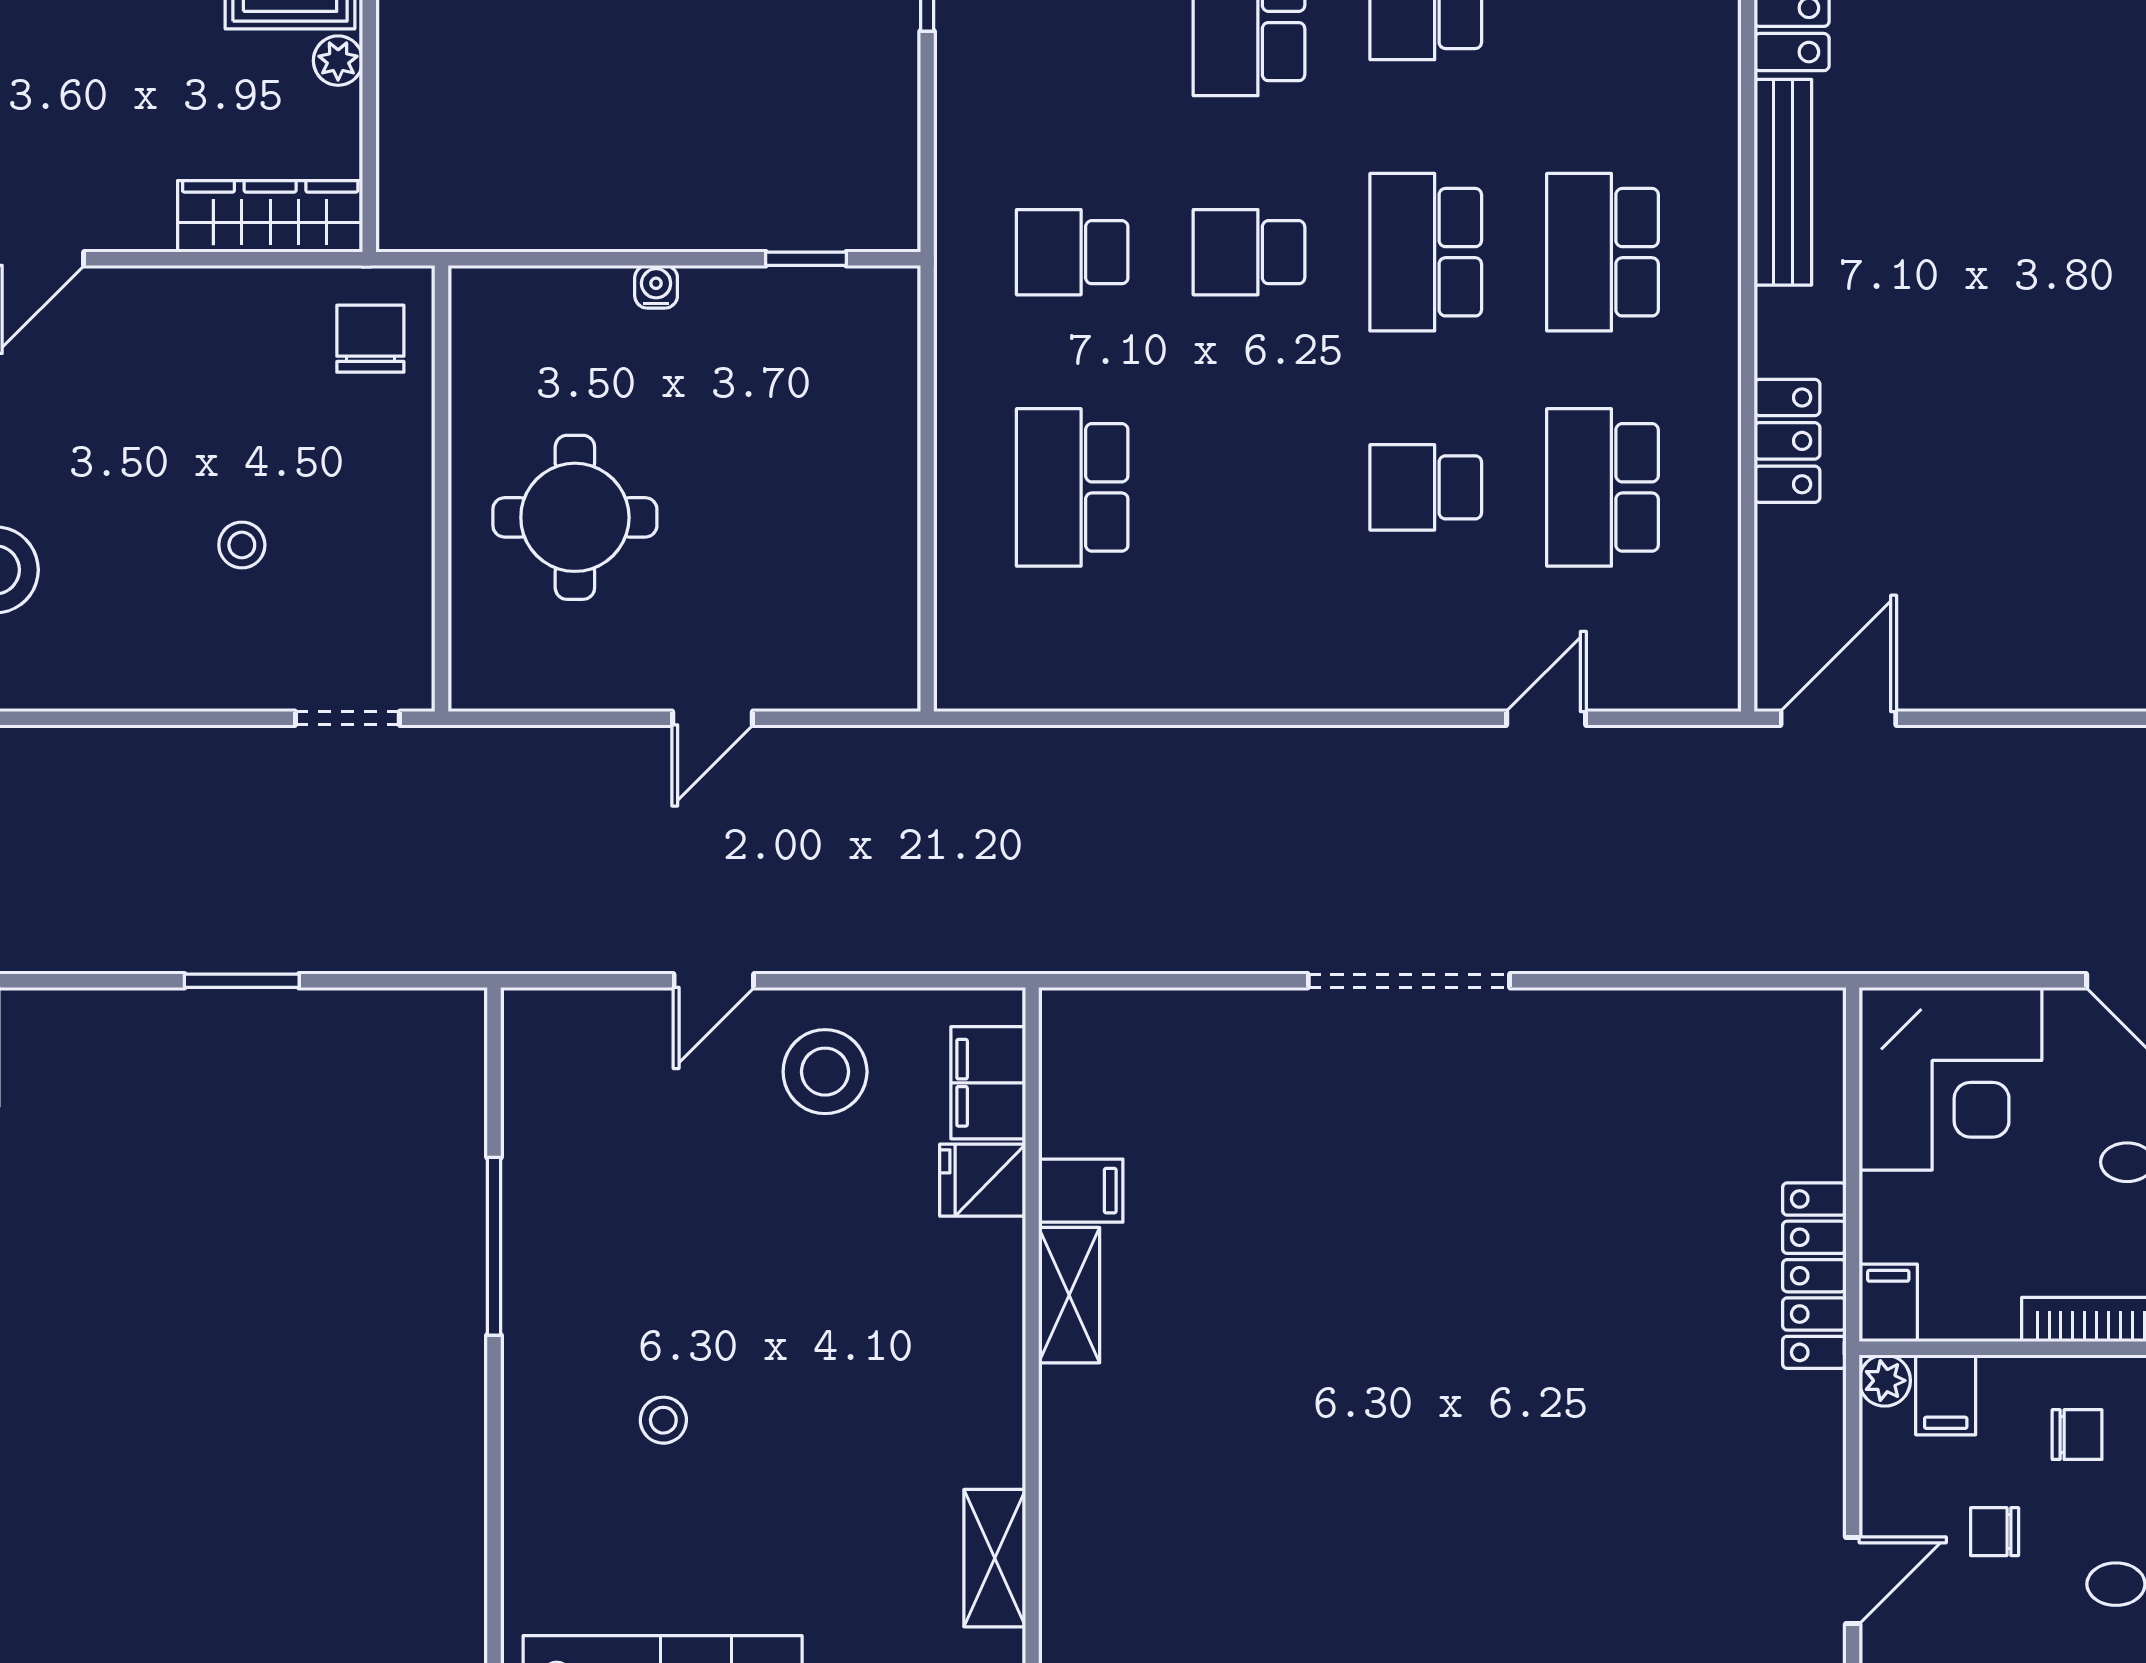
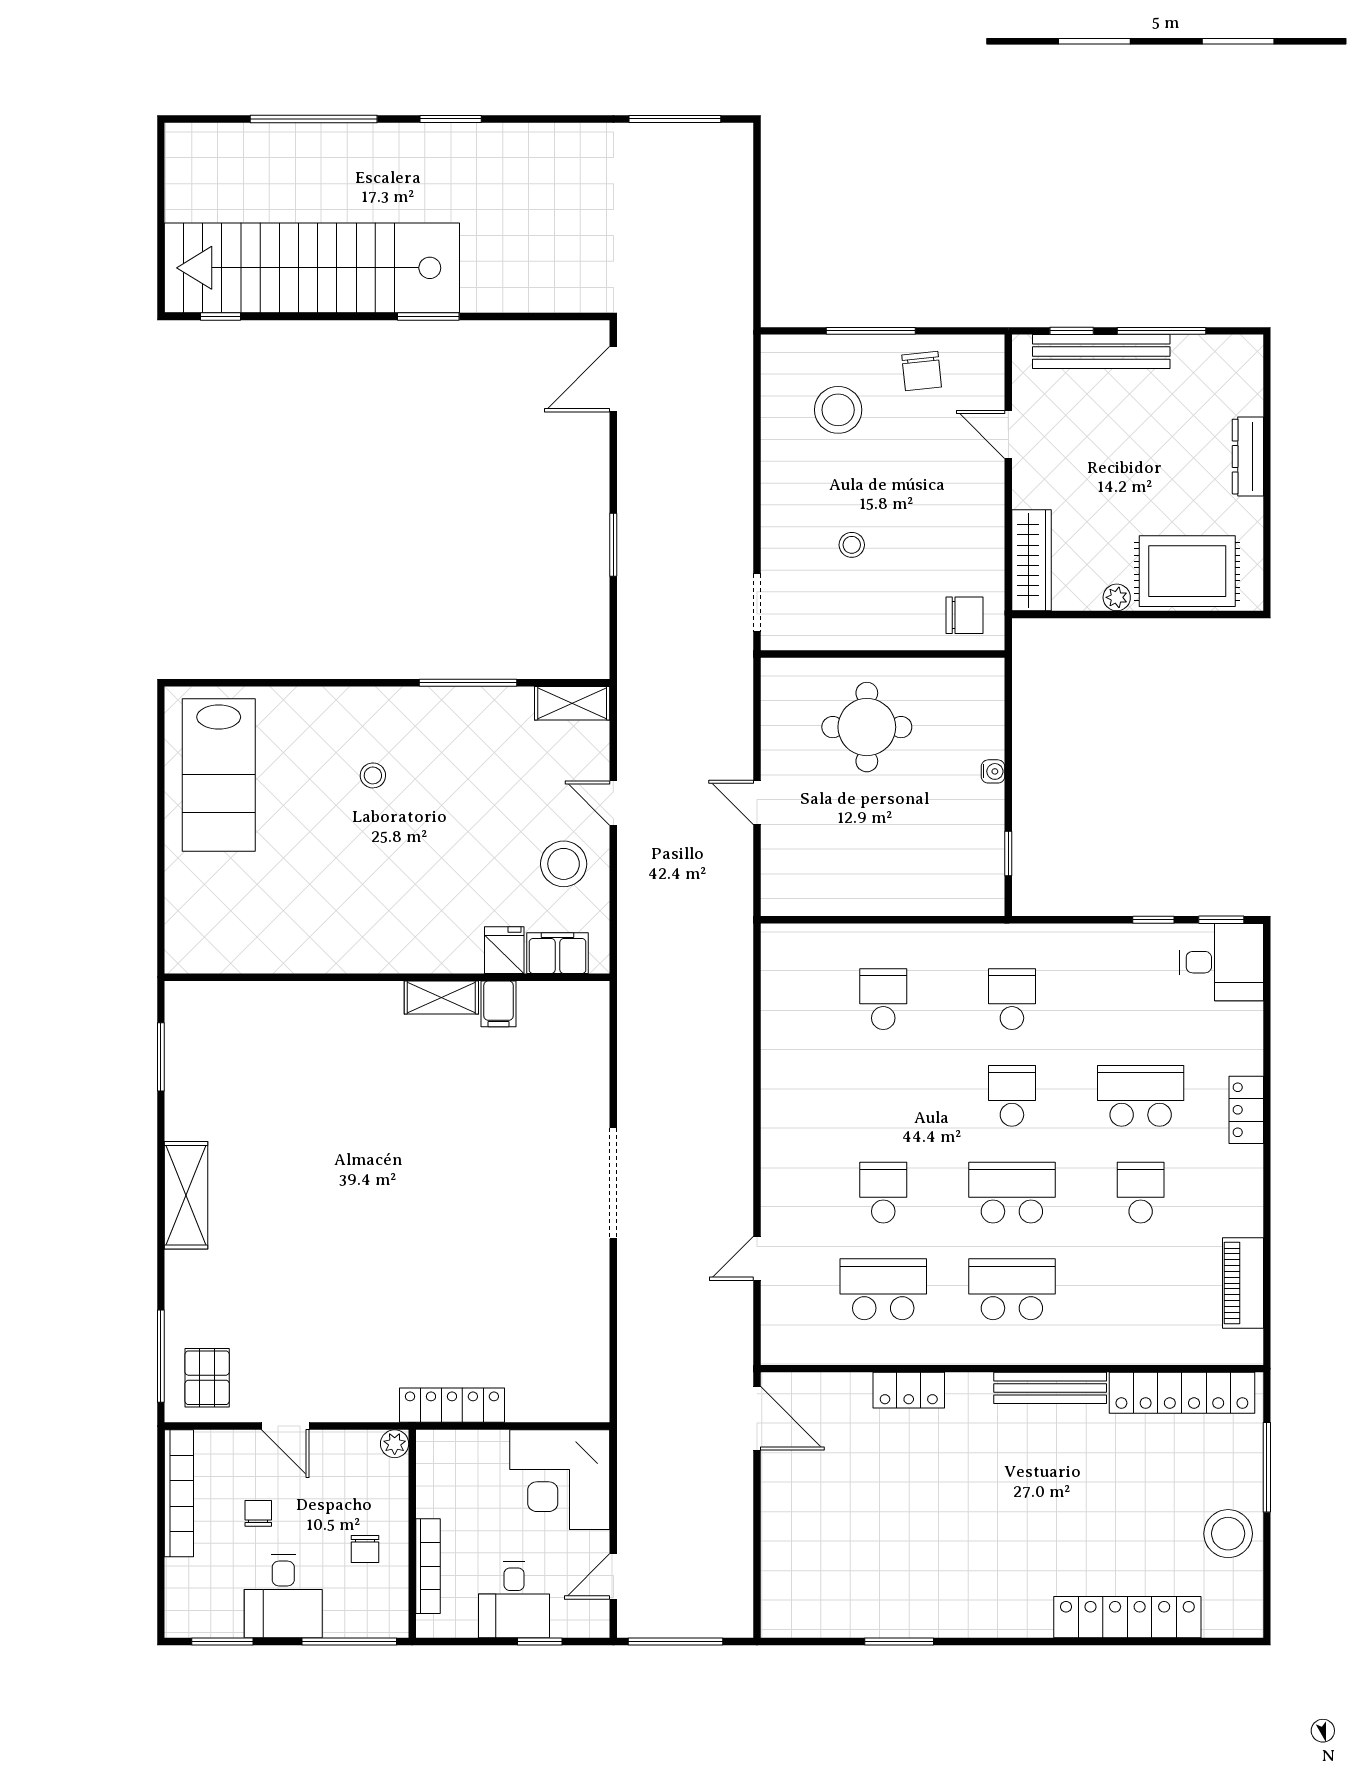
school desk: (1072, 487) -> (883, 999), width x0.54
door: (1546, 718) -> (757, 1258), swing flipped
filing cabinet: (1888, 1303) -> (437, 1446), removed
filing cabinet: (1946, 1395) -> (387, 1477), removed
chair: (1995, 1532) -> (258, 1513), moved
shelving: (995, 1558) -> (572, 703), moved

